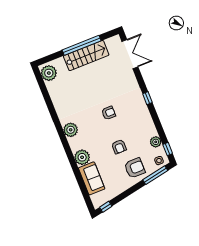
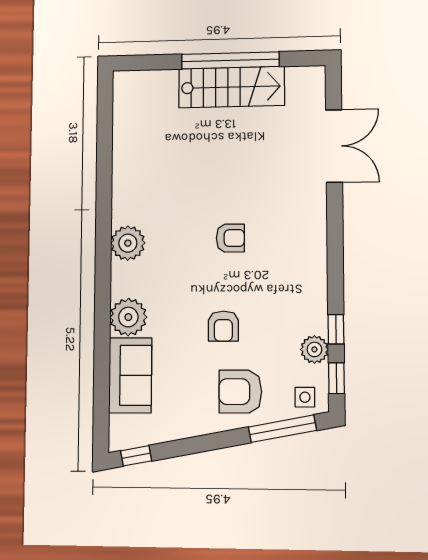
double door: (130, 54) -> (334, 146), moved
plant: (49, 73) -> (131, 95), removed
window: (147, 98) -> (336, 329), moved
armchair: (135, 168) -> (240, 392), turned 180

